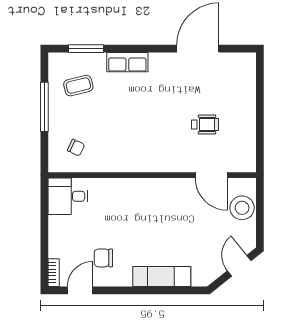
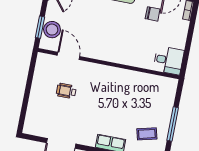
chair: (76, 148) -> (157, 92), removed
window: (260, 208) -> (40, 27), added

